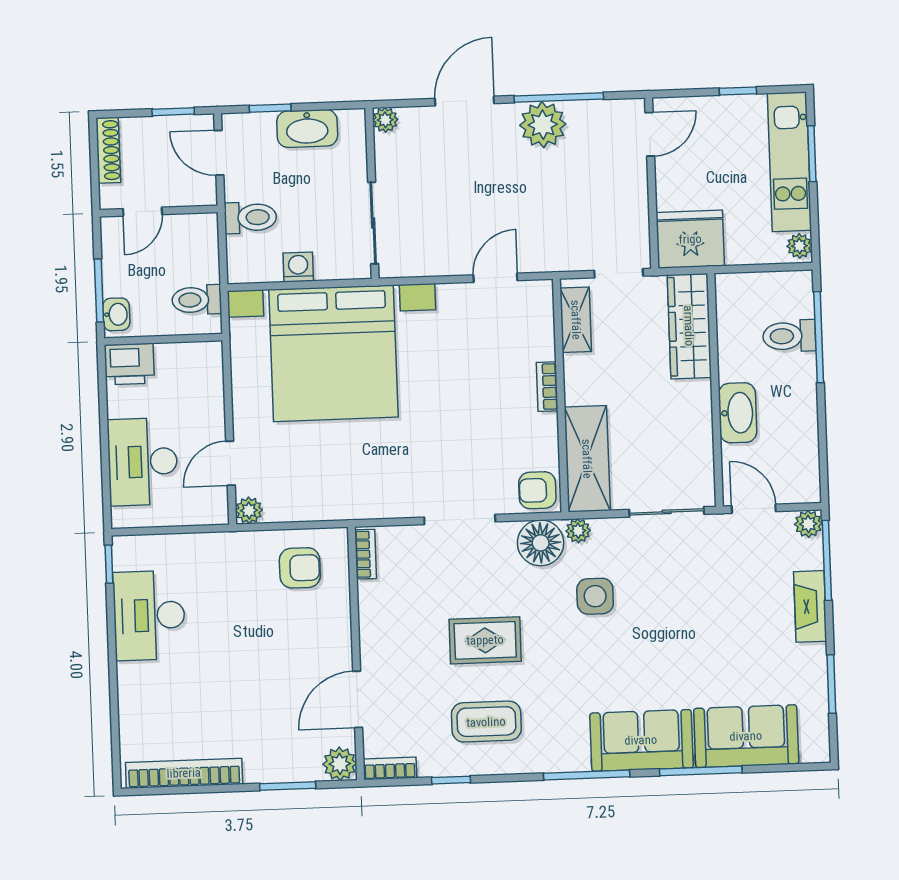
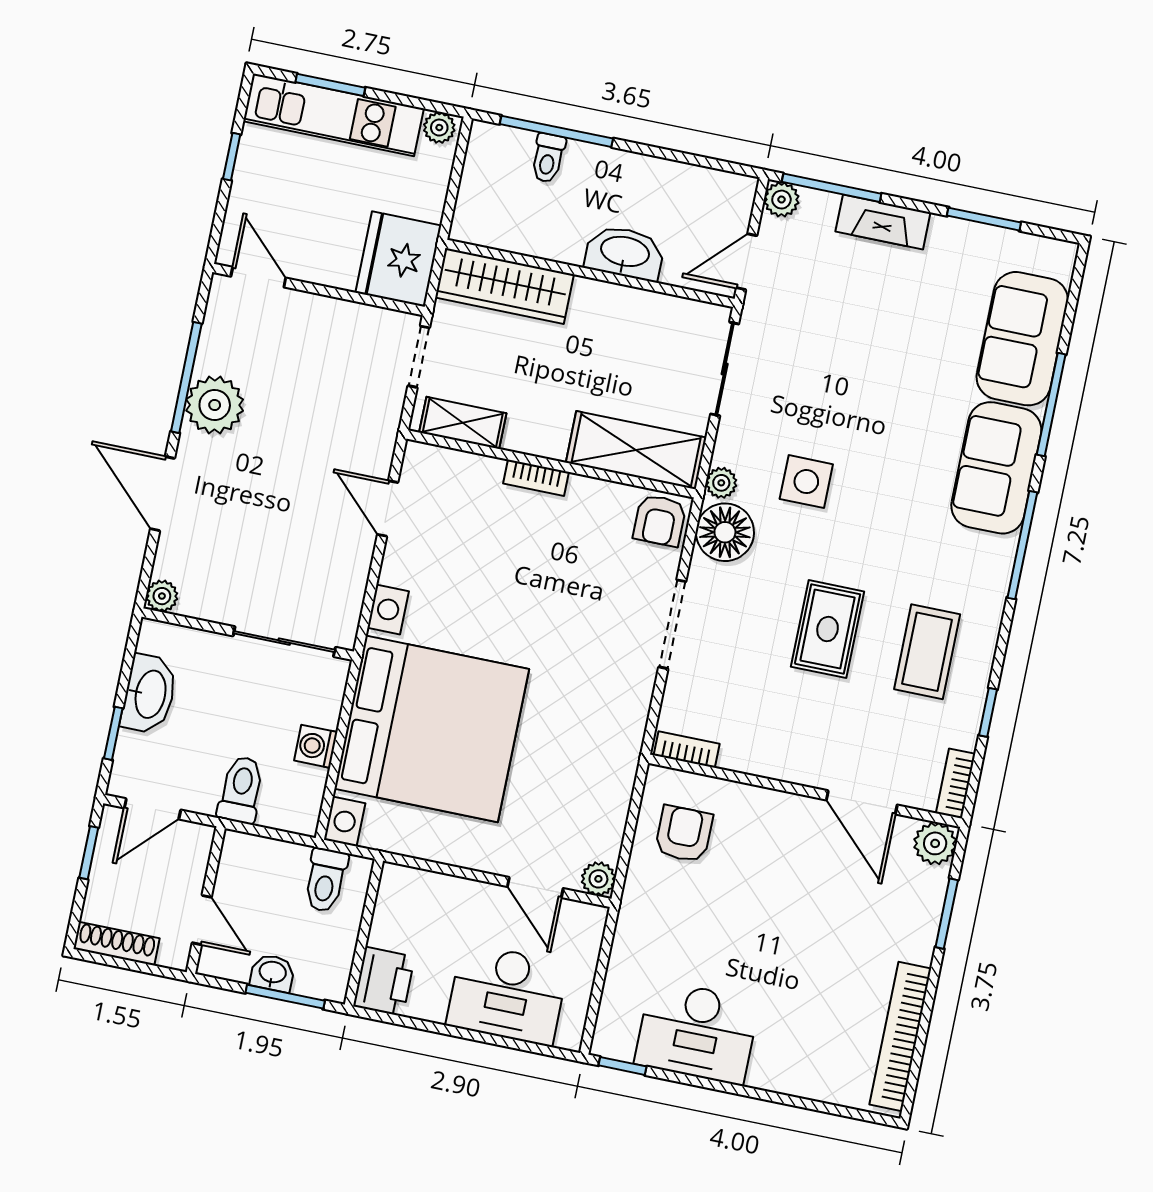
washbasin: (116, 314) -> (272, 973), moved
toilet: (789, 336) -> (548, 158), width x0.73, depth x0.72

